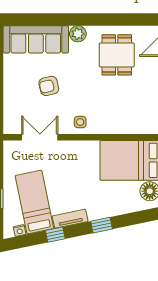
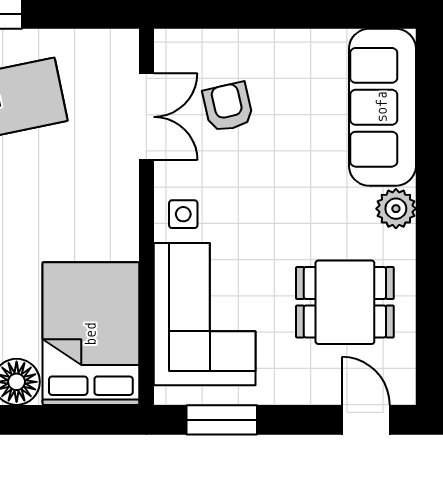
armchair: (49, 86) -> (228, 107), moved
corner sofa: (122, 113) -> (205, 314), added

